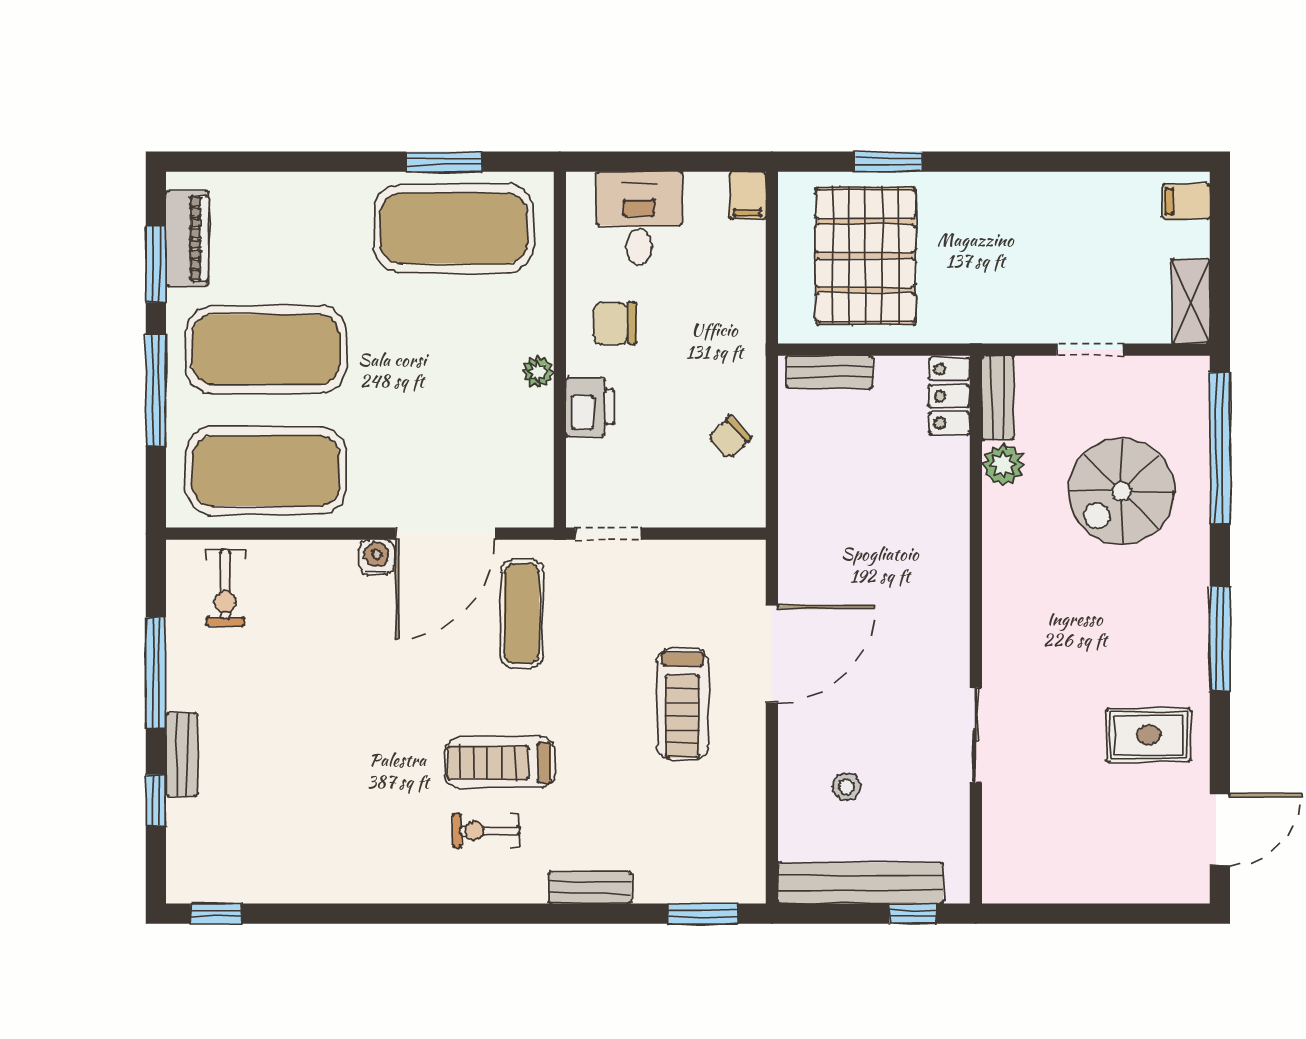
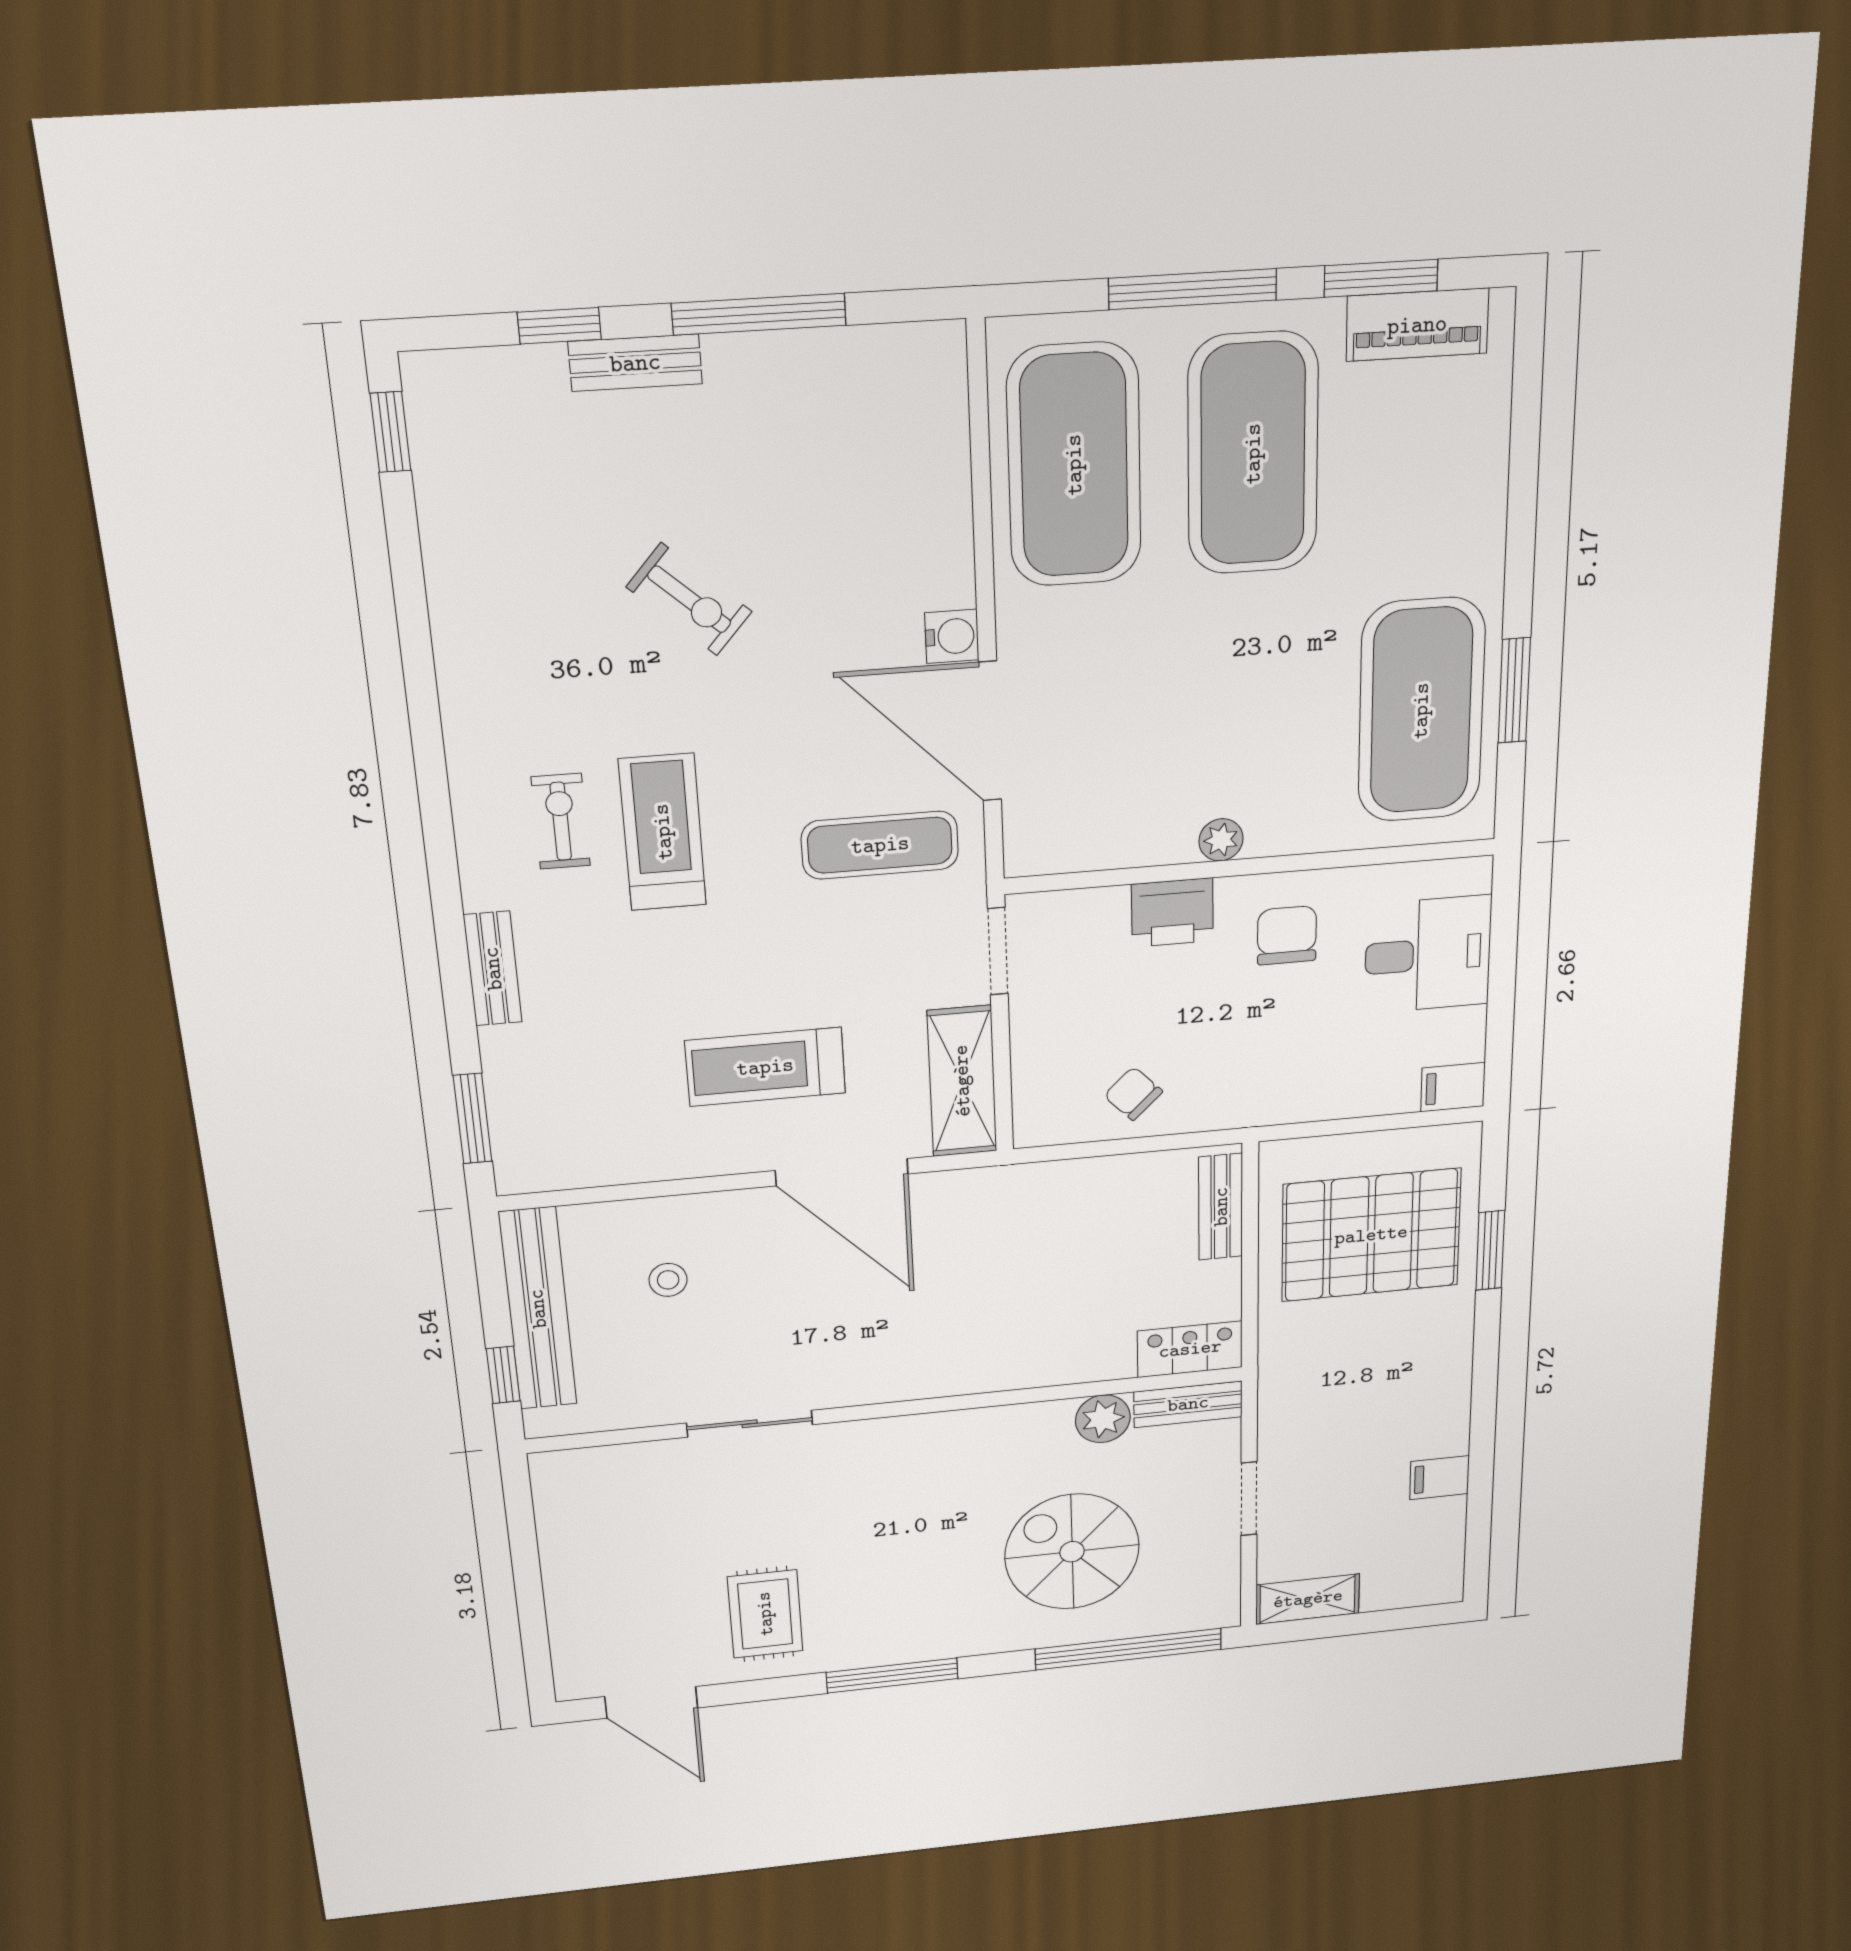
filing cabinet: (1186, 201) -> (1439, 1478), moved, turned -90
shelving: (707, 563) -> (962, 1081), added
exercise bike: (225, 588) -> (689, 599), moved, turned -138

